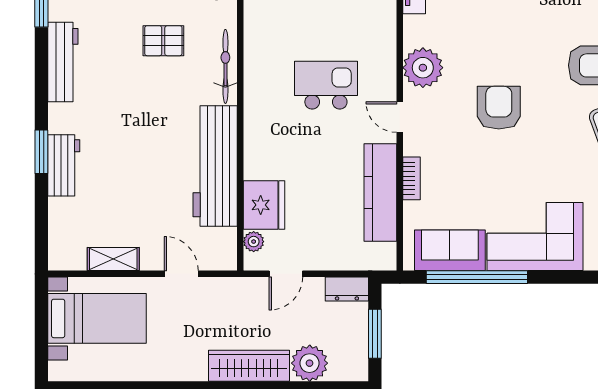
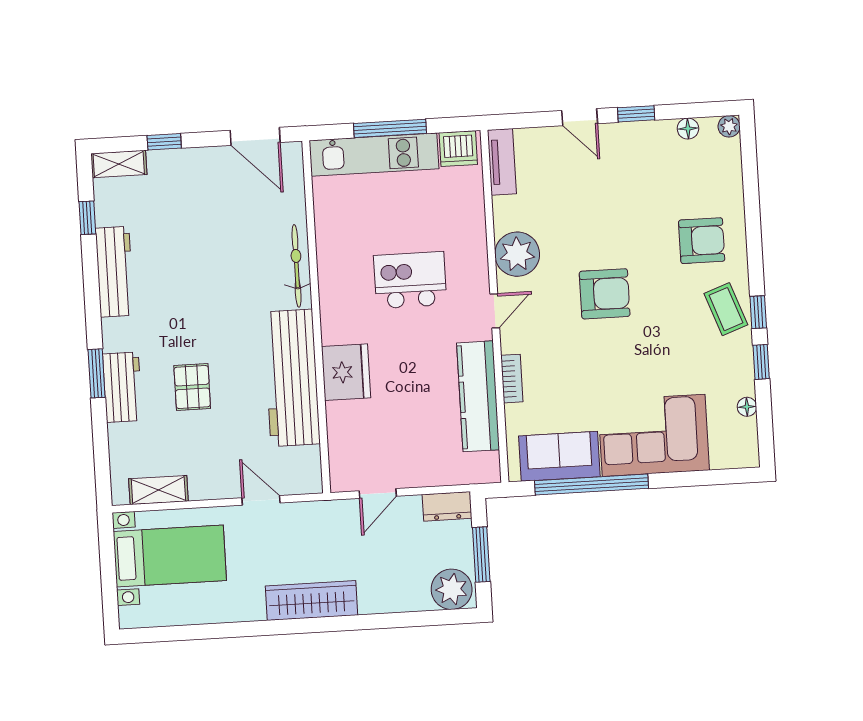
pallet: (163, 41) -> (192, 387), moved, turned 90
armchair: (499, 108) -> (605, 294), turned 90
door: (400, 117) -> (495, 311), swing flipped
fridge: (264, 205) -> (346, 372), moved
plant: (254, 242) -> (340, 460), removed
shelving: (113, 259) -> (158, 490), moved
plant: (310, 363) -> (452, 589), moved
wardrobe: (249, 366) -> (311, 601), moved

